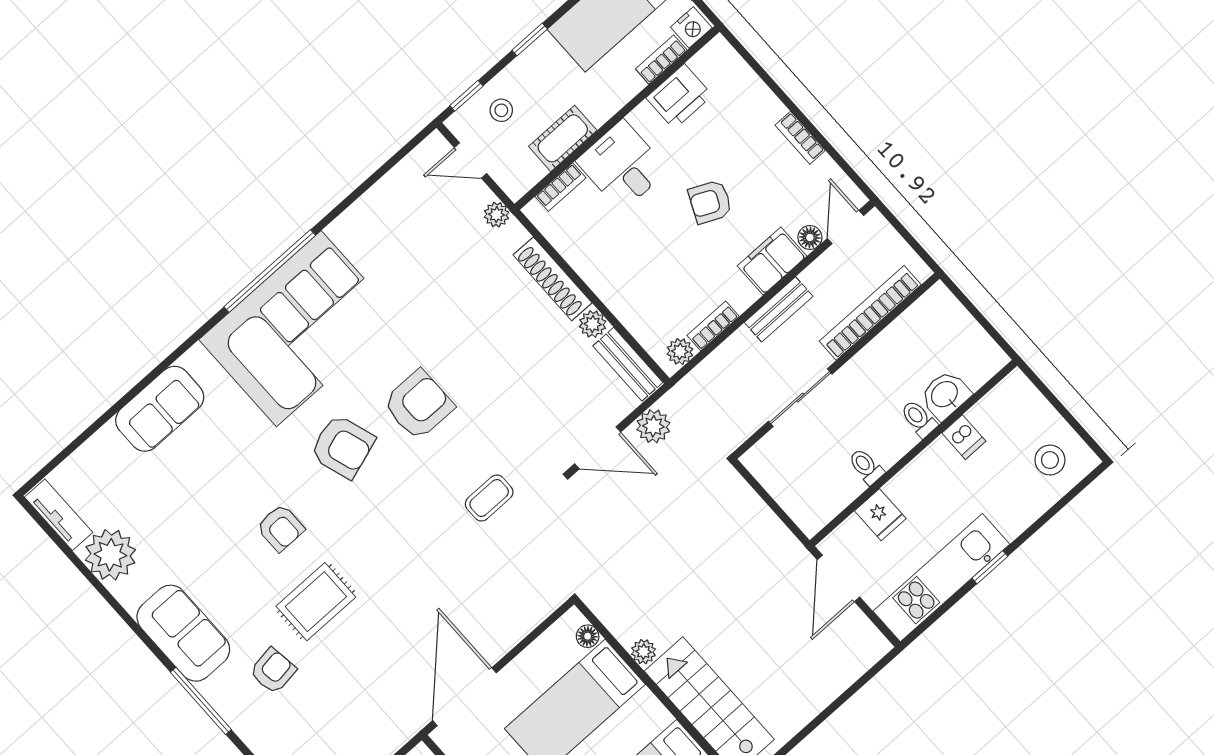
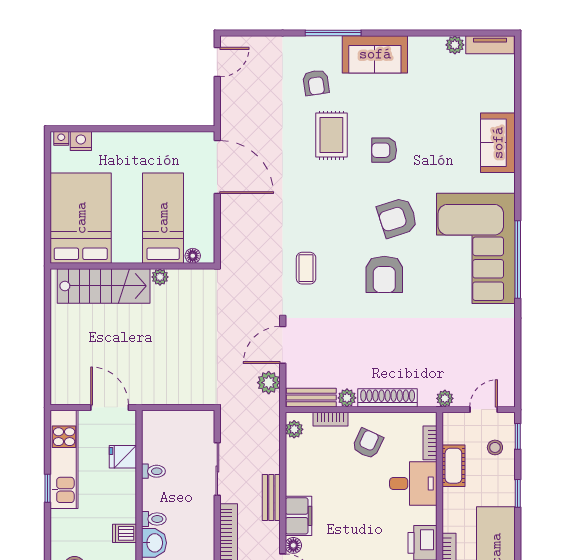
armchair: (710, 202) -> (368, 444), moved
bookcase: (713, 326) -> (330, 419), moved, turned 90
plant: (110, 555) -> (455, 45), width x0.53, depth x0.53

